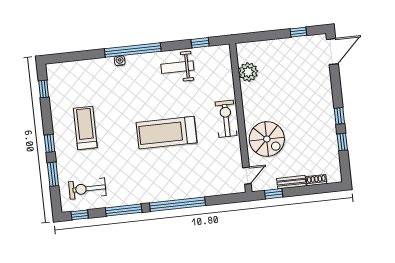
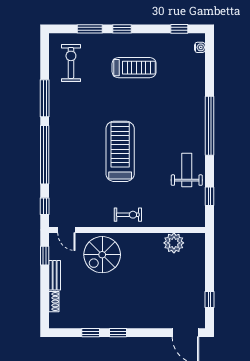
water cooler: (120, 61) -> (200, 47), moved
exercise bike: (226, 119) -> (128, 215), width x0.73, depth x0.72
window: (80, 215) -> (45, 206), moved

